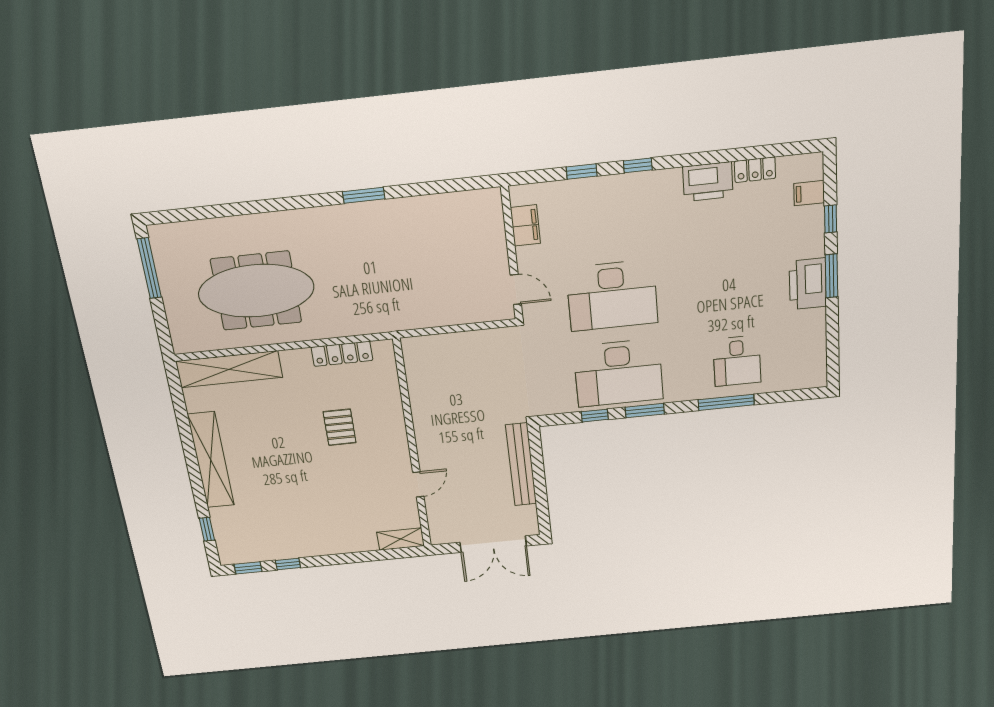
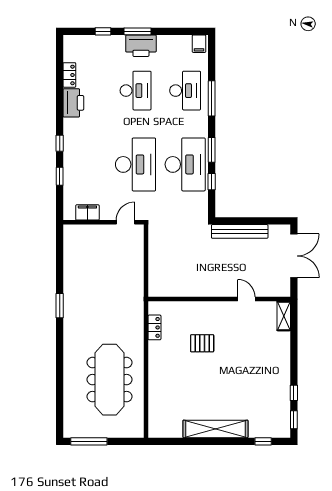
filing cabinet: (809, 193) -> (199, 44), moved
desk: (733, 283) -> (136, 91), added
locker: (342, 354) -> (154, 327), width x0.66
desk: (737, 361) -> (185, 91), width x1.37
shelving: (229, 369) -> (157, 406), removed

